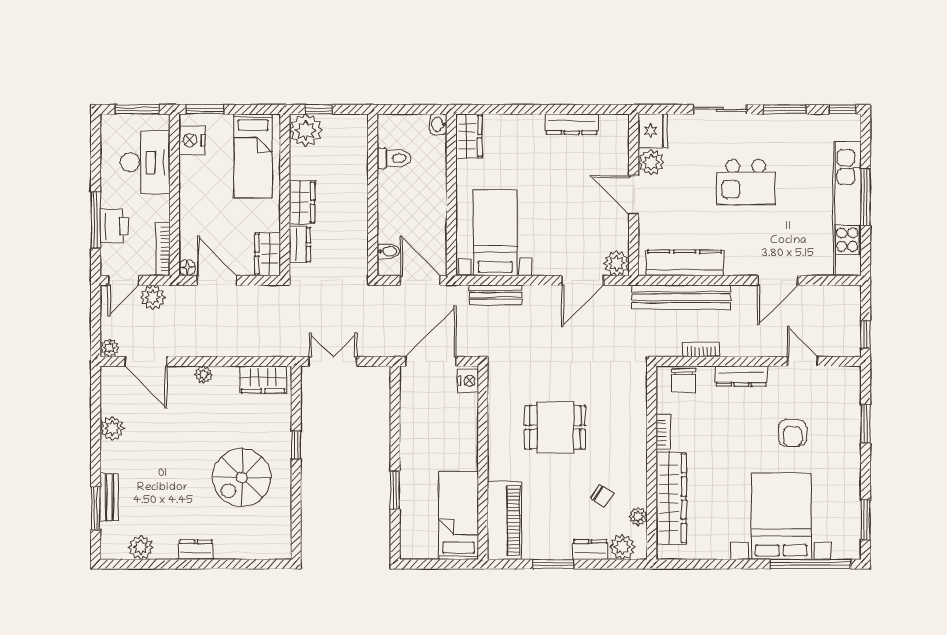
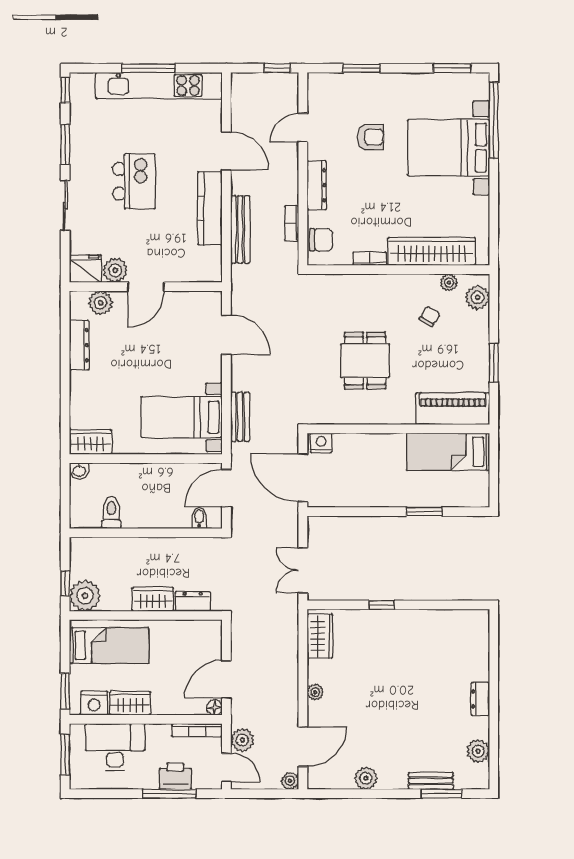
wardrobe: (268, 254) -> (130, 703), moved, turned 180
plant: (617, 263) -> (101, 303), moved
kitchen counter: (685, 263) -> (210, 208), moved
bench: (681, 297) -> (240, 229), width x0.73, depth x0.82
spiral stairs: (242, 477) -> (412, 656), removed
dresser: (590, 550) -> (480, 328), removed

